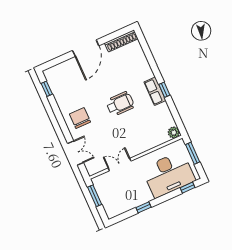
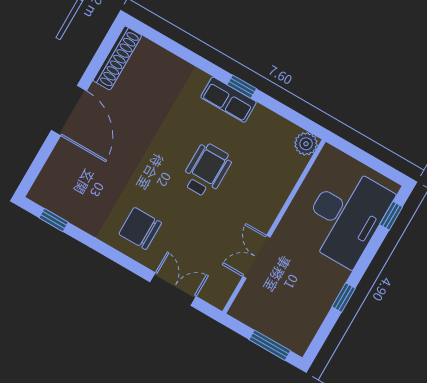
wheelchair: (120, 104) -> (207, 170), moved
window: (193, 153) -> (360, 155), removed
window: (95, 196) -> (270, 345), moved

